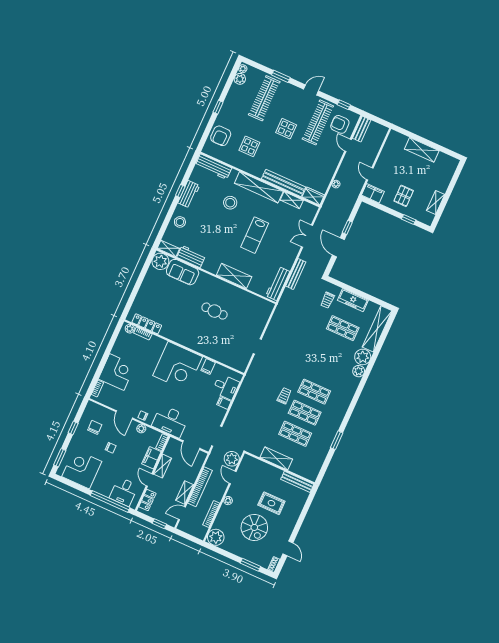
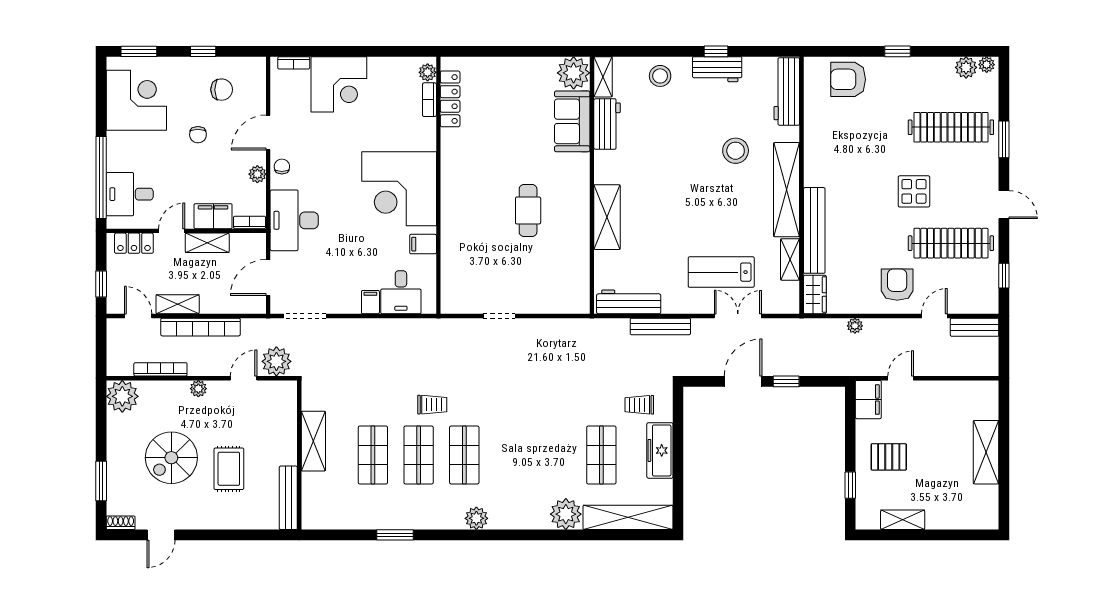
armchair: (340, 124) -> (897, 285), moved
display table: (249, 146) -> (852, 139), removed
lab bench: (255, 235) -> (721, 272), moved
plant: (359, 371) -> (476, 518), moved

